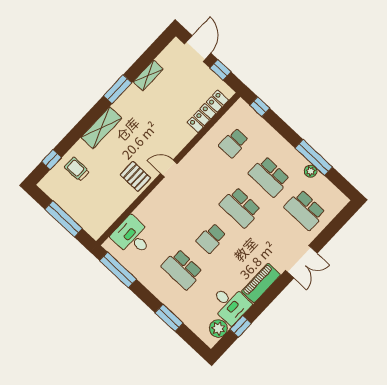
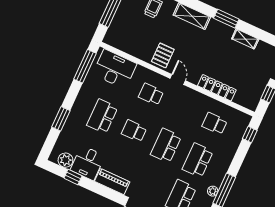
locker: (208, 111) -> (217, 88), moved
school desk: (175, 205) -> (151, 94), added
desk: (132, 237) -> (115, 69), width x1.37

